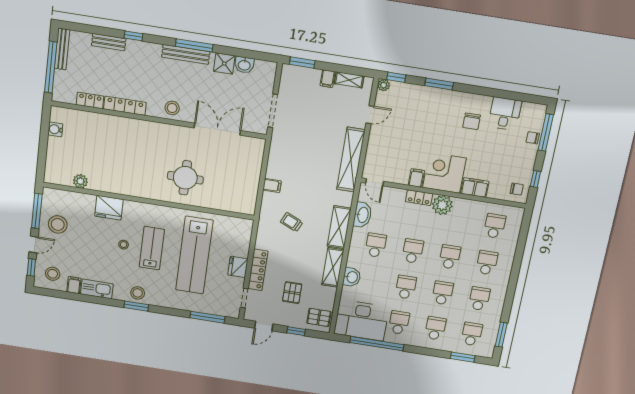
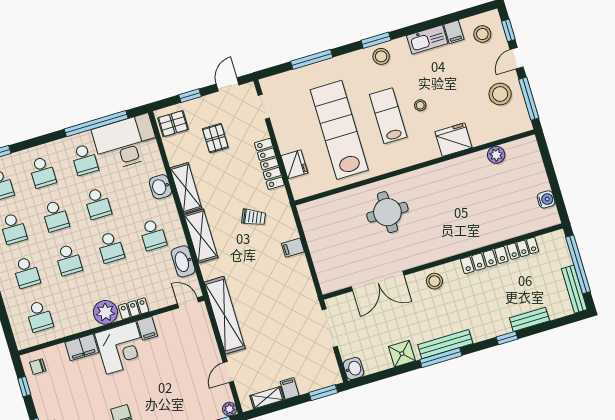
washbasin: (244, 65) -> (354, 368), moved, turned 90
lab bench: (152, 248) -> (388, 116), turned 180
fridge: (238, 267) -> (294, 164), moved
locker: (258, 270) -> (269, 164), moved
window: (207, 317) -> (312, 59), moved

